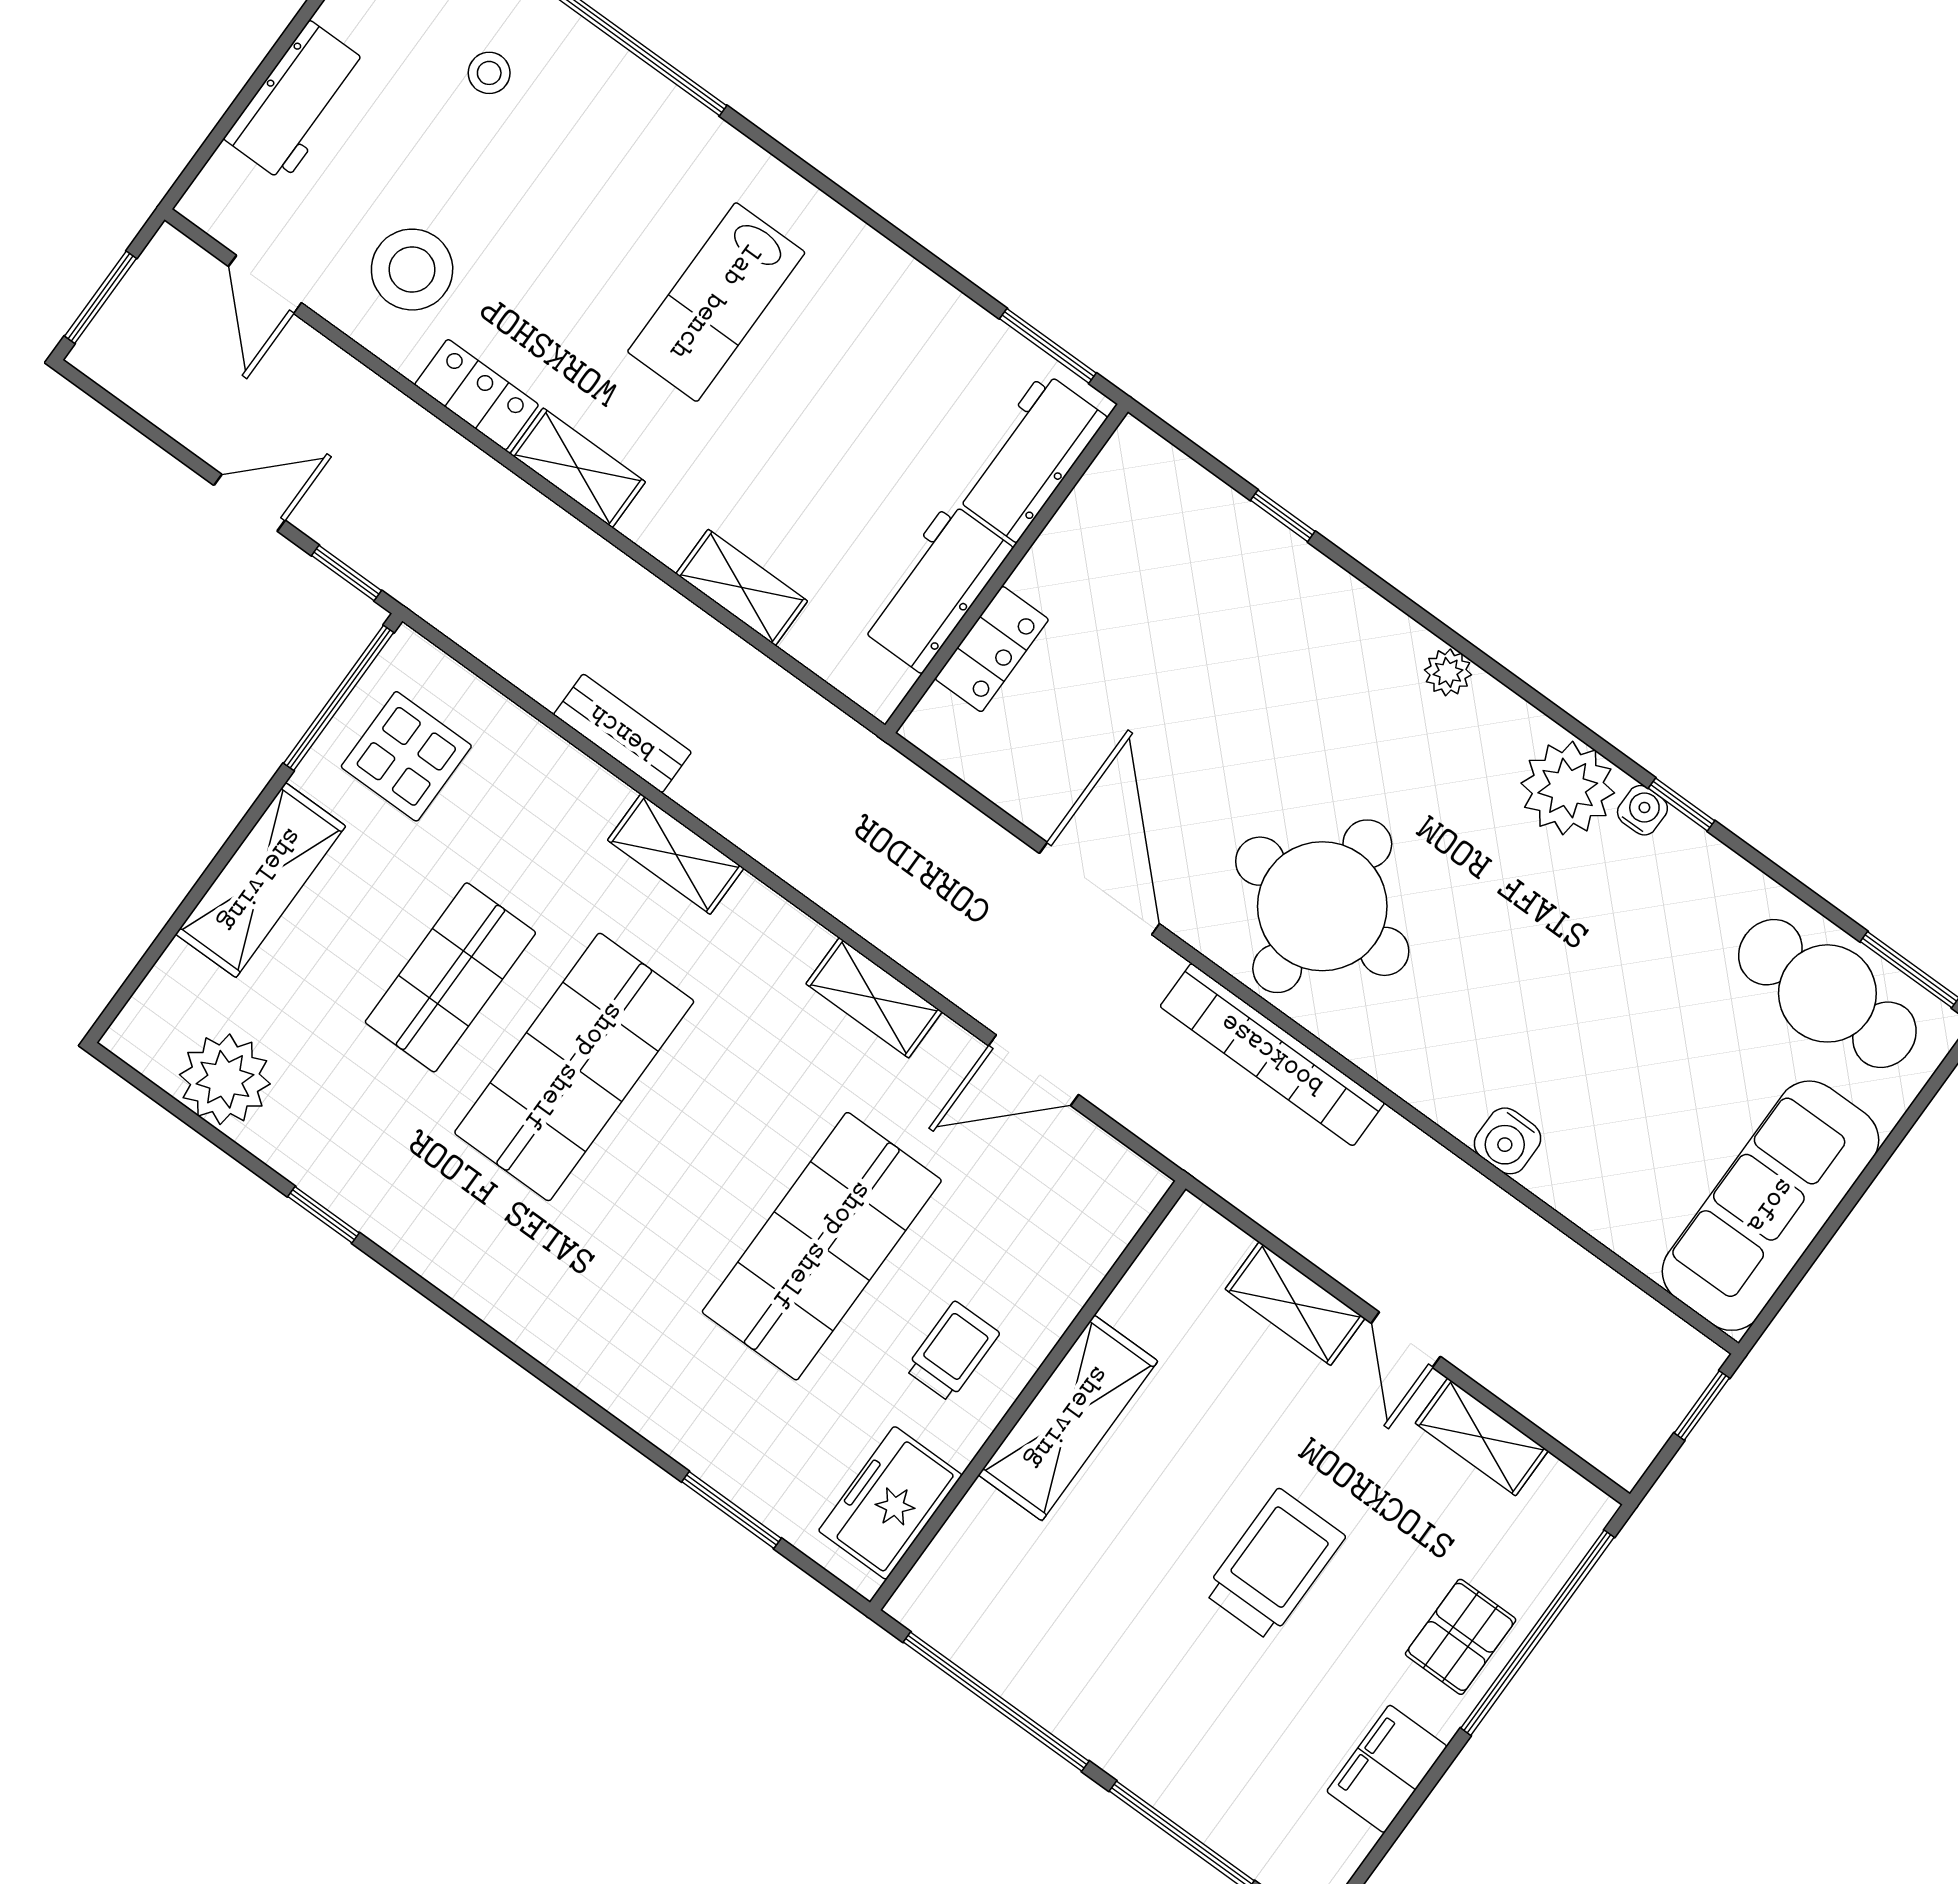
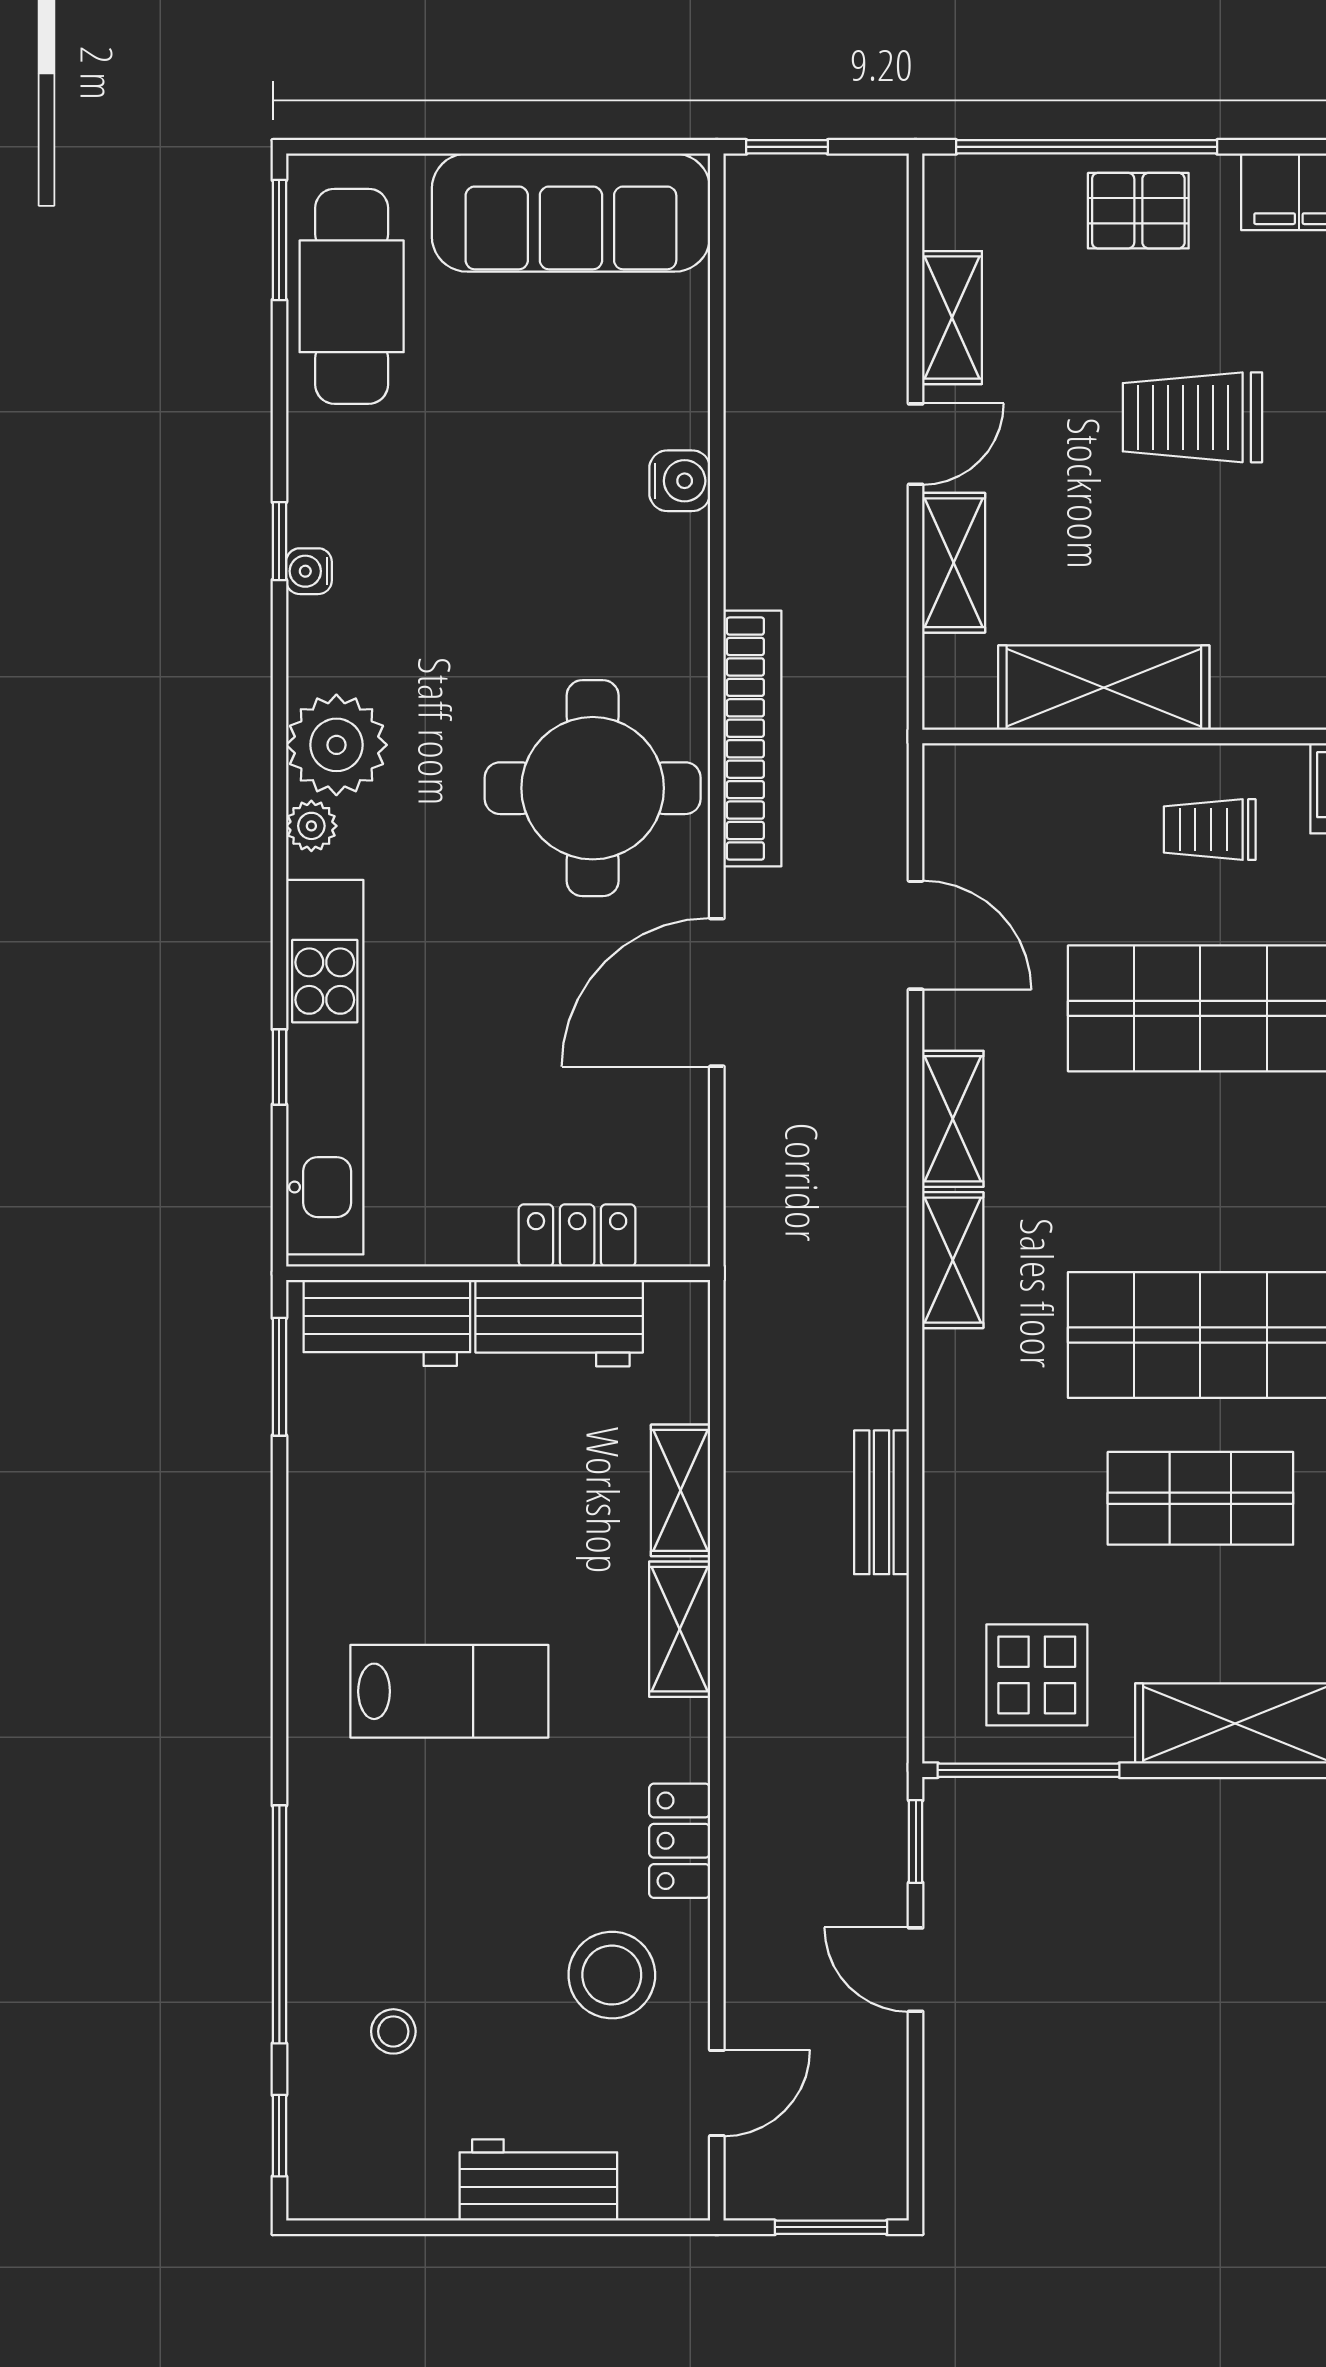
shelving: (578, 468) -> (680, 1629), moved
kitchen unit: (1258, 550) -> (325, 1067), added
plant: (1568, 788) -> (336, 745), moved
shelving: (676, 854) -> (953, 1260), moved
shelving: (1068, 1418) -> (1104, 688), moved

